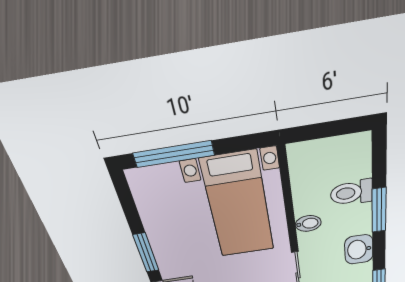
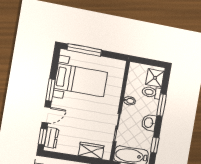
shower: (353, 160) -> (155, 78), added
bed with nightstands: (238, 206) -> (81, 80), moved, turned -90

